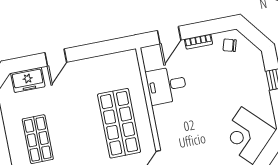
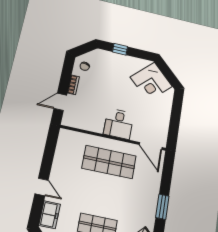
door: (169, 35) -> (60, 102), swing flipped
desk: (166, 85) -> (119, 124), moved

